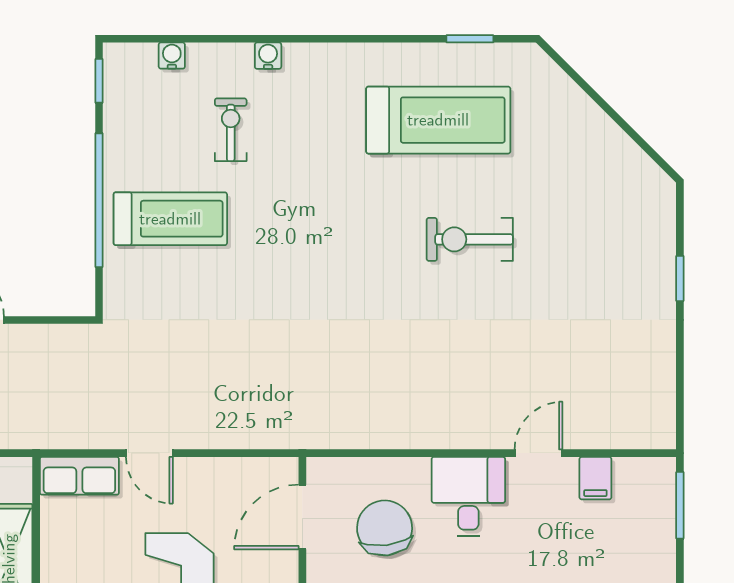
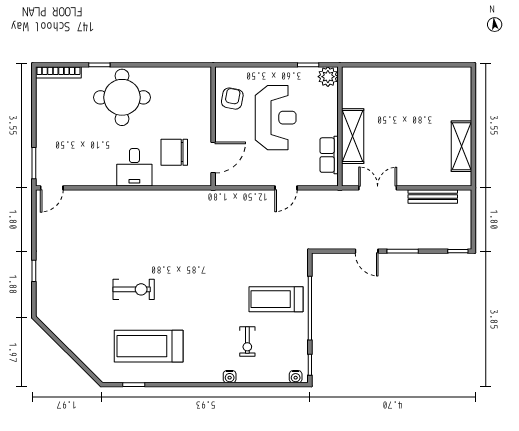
water cooler: (172, 56) -> (296, 377), moved
door: (149, 453) -> (286, 188), swing flipped
door: (539, 453) -> (52, 188), moved
row of seats: (79, 476) -> (329, 155), moved, turned -90
filing cabinet: (595, 478) -> (74, 176), removed
chair: (385, 528) -> (174, 152), turned 97

